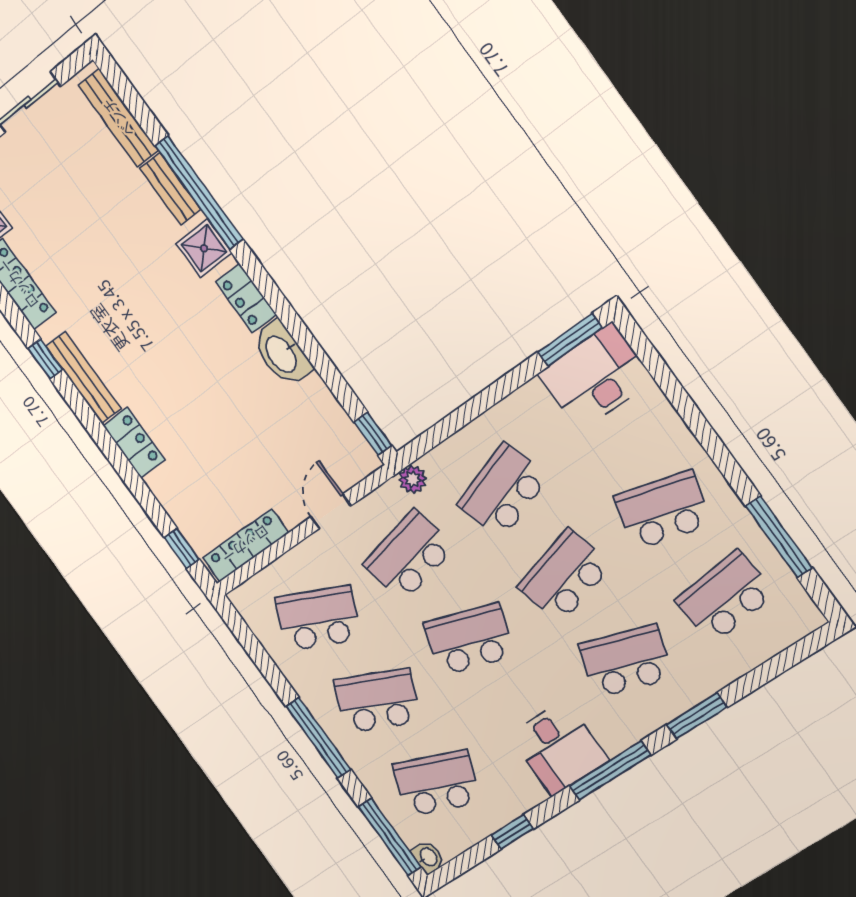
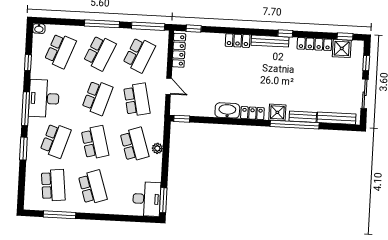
plant: (413, 479) -> (157, 148), moved
school desk: (663, 510) -> (93, 187), turned -33
desk: (558, 748) -> (44, 98), width x1.37
window: (390, 837) -> (148, 26), moved

